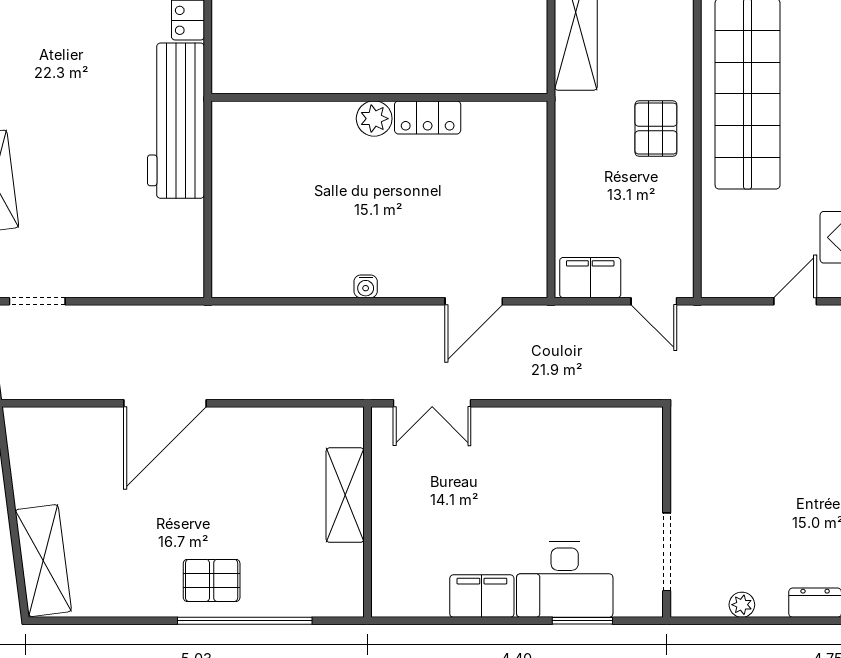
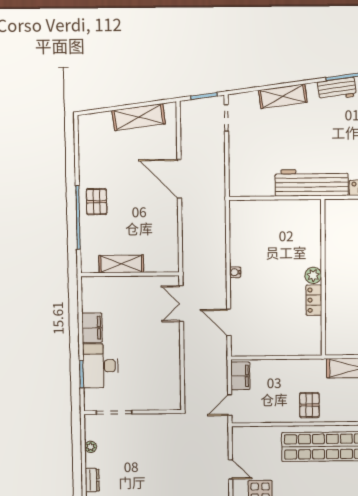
pallet: (656, 129) -> (309, 405), turned 90
shelving: (345, 495) -> (121, 264), moved
shelving: (43, 561) -> (139, 117), moved

